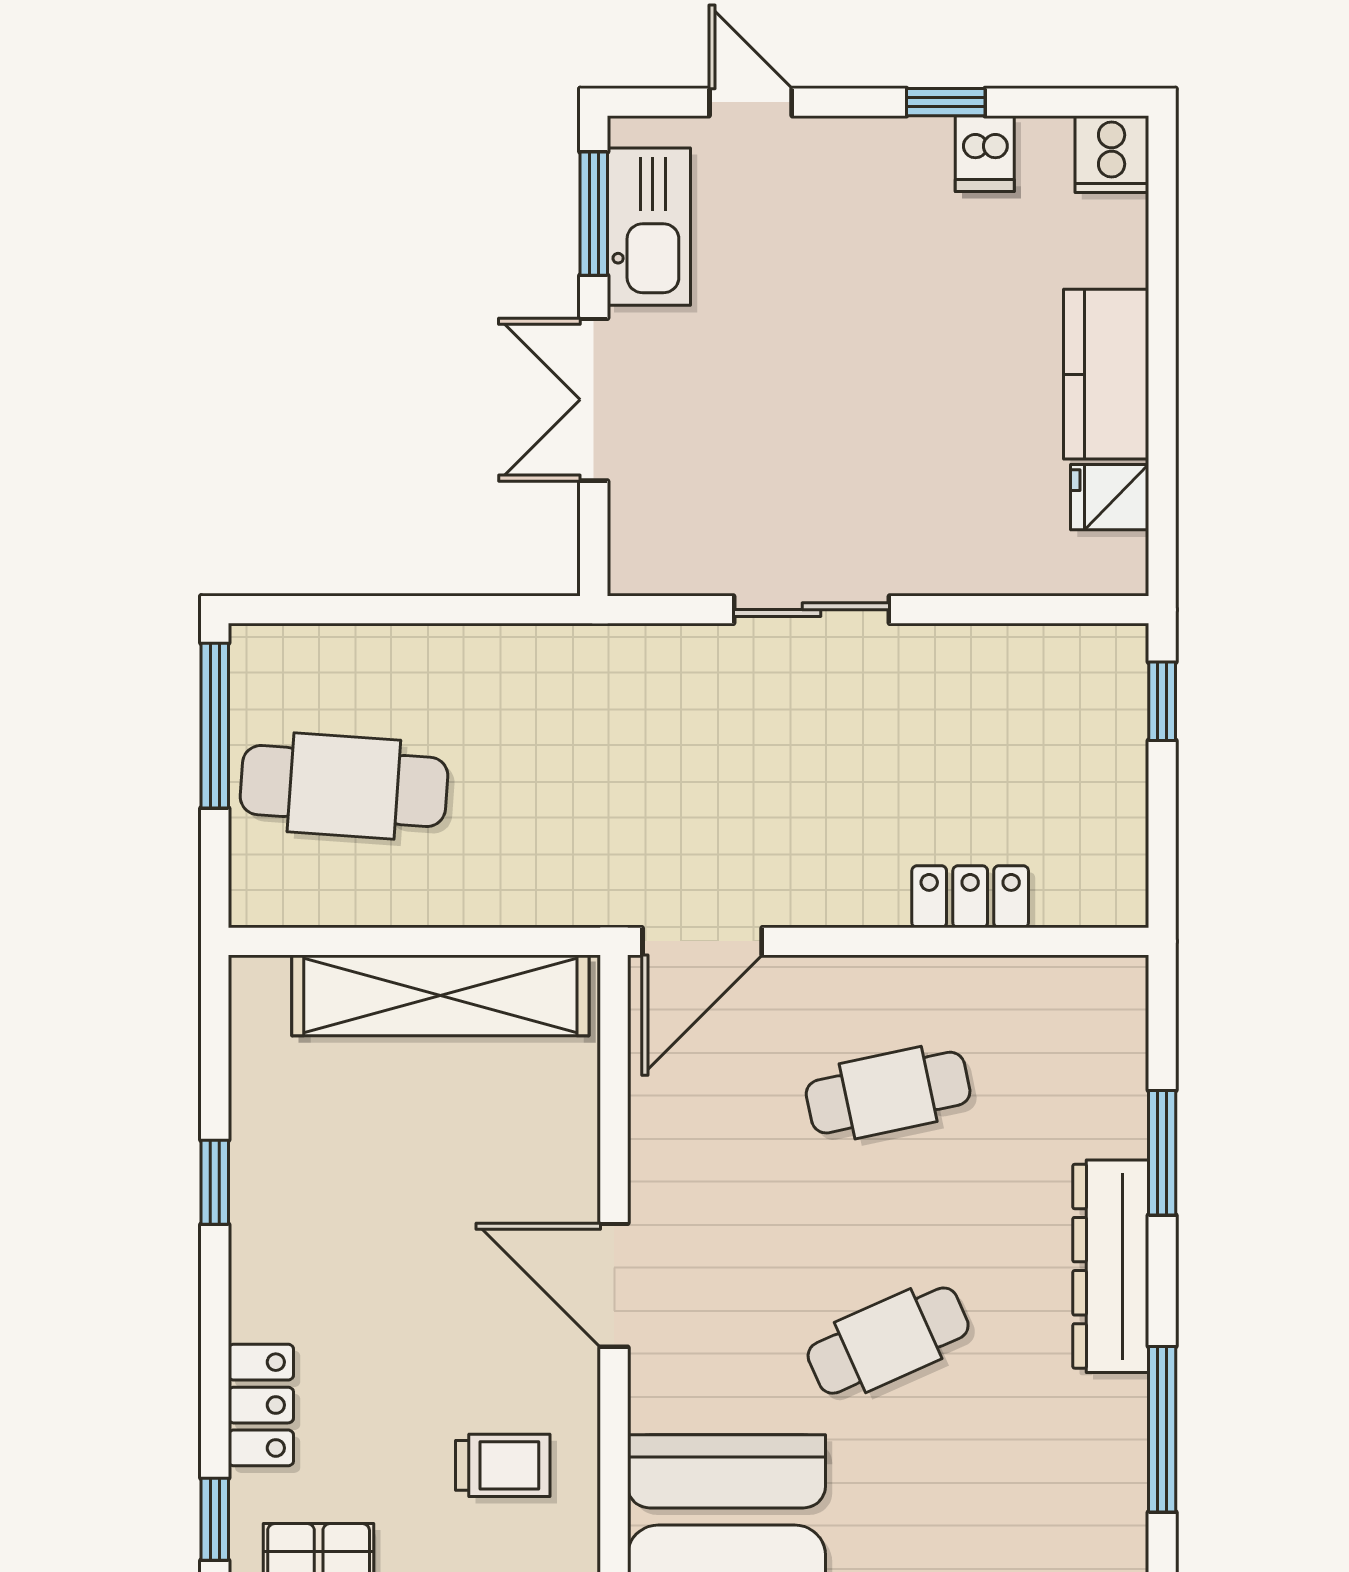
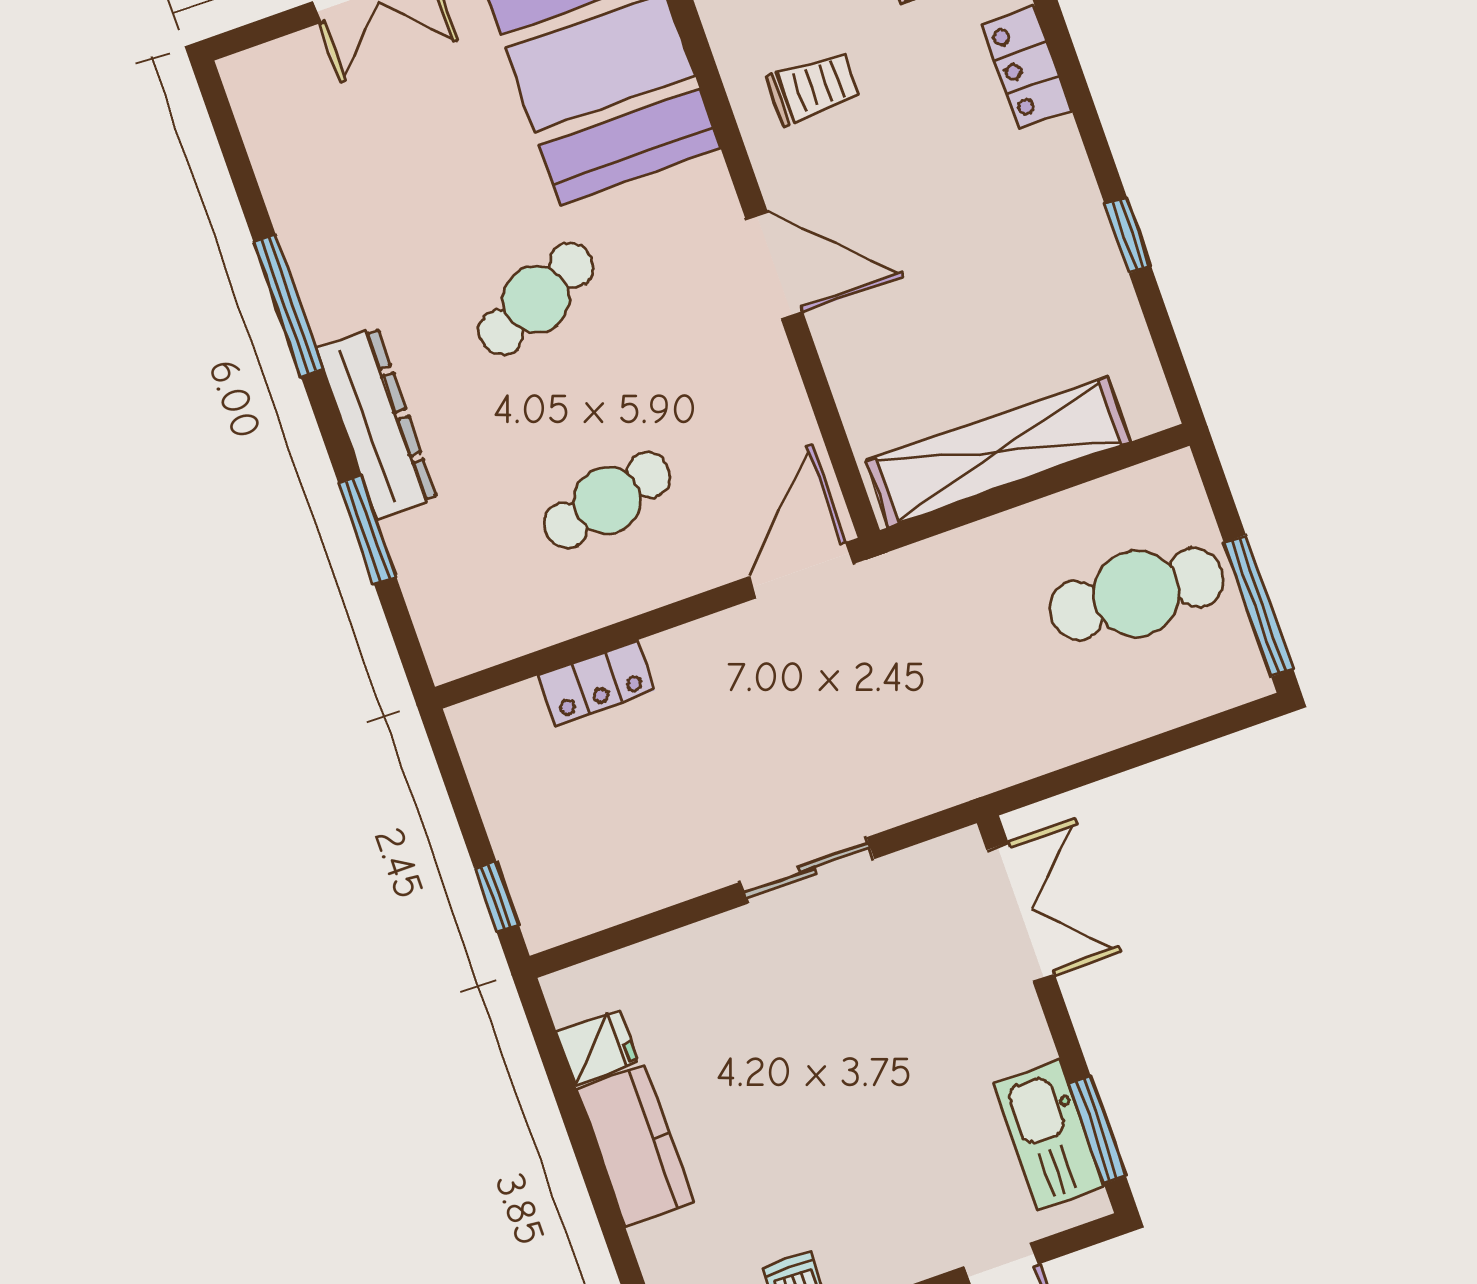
double door: (594, 400) -> (1021, 912), moved
trolley: (503, 1465) -> (813, 88), turned 180

